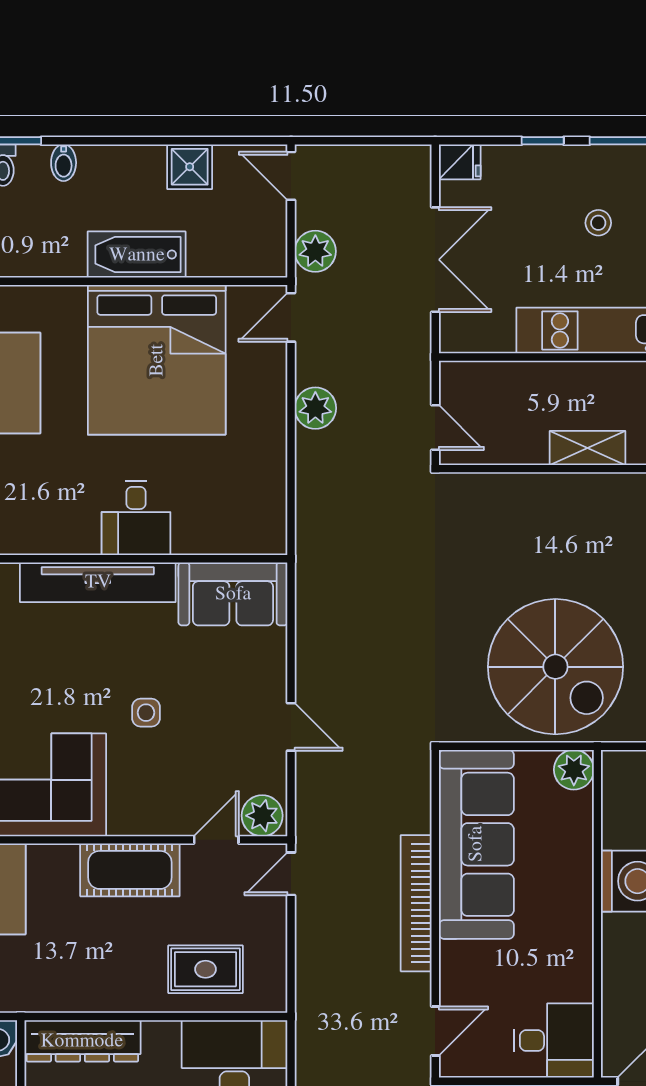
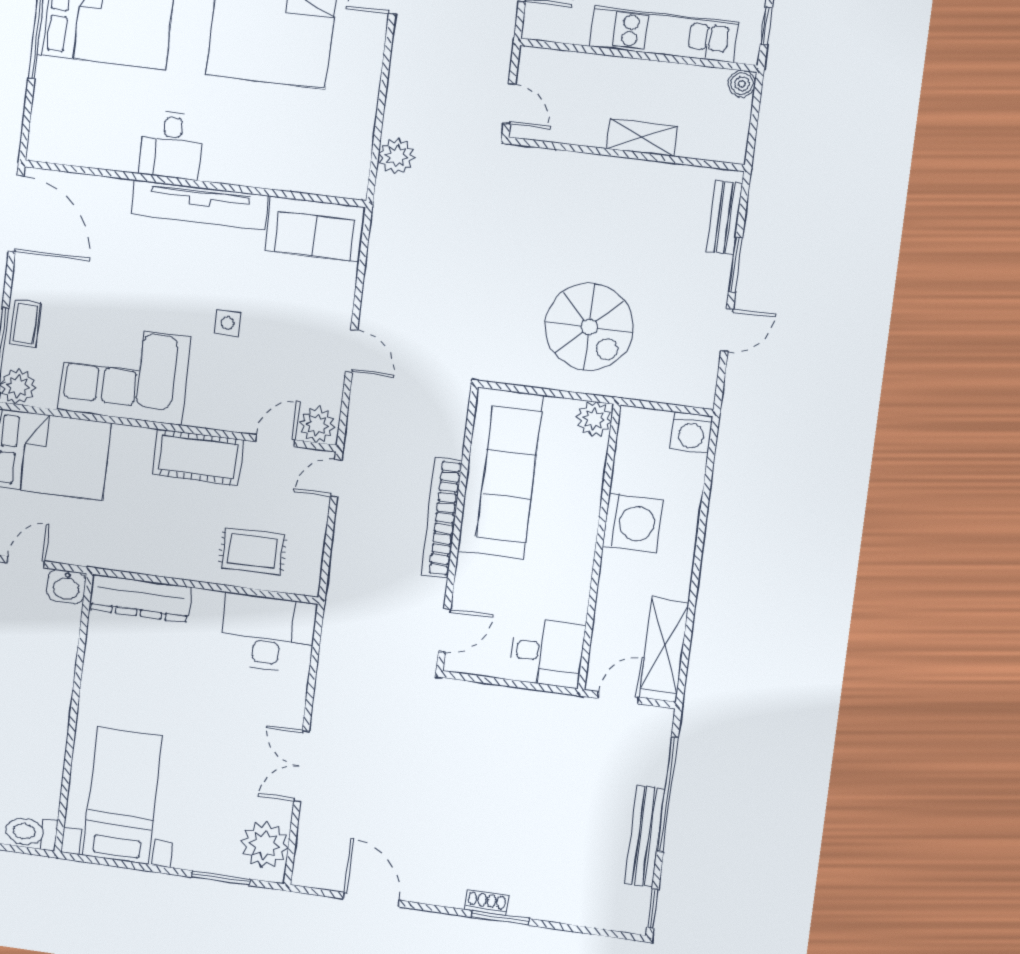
plant: (315, 408) -> (396, 156), moved
desk: (136, 518) -> (171, 145), moved
spiral stairs: (555, 667) -> (589, 327), width x0.73, depth x0.73

